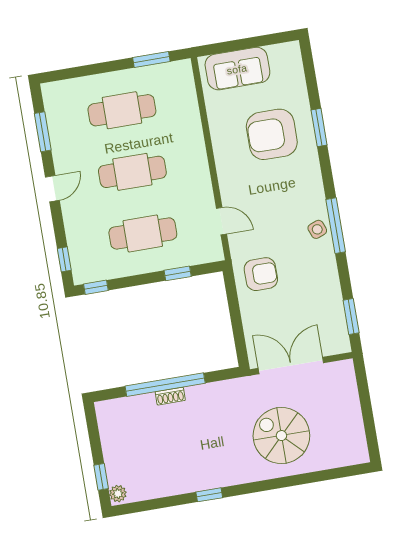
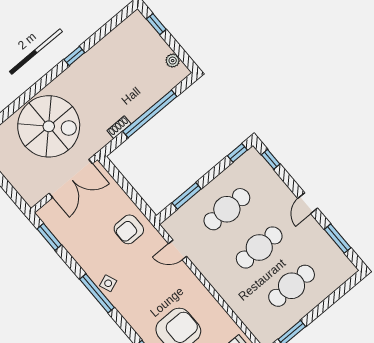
window: (178, 273) -> (187, 196), width x1.50
shoe rack: (170, 396) -> (119, 127), moved
spiral stairs: (281, 436) -> (49, 126), width x1.37, depth x1.37
plant: (118, 494) -> (173, 61), moved

